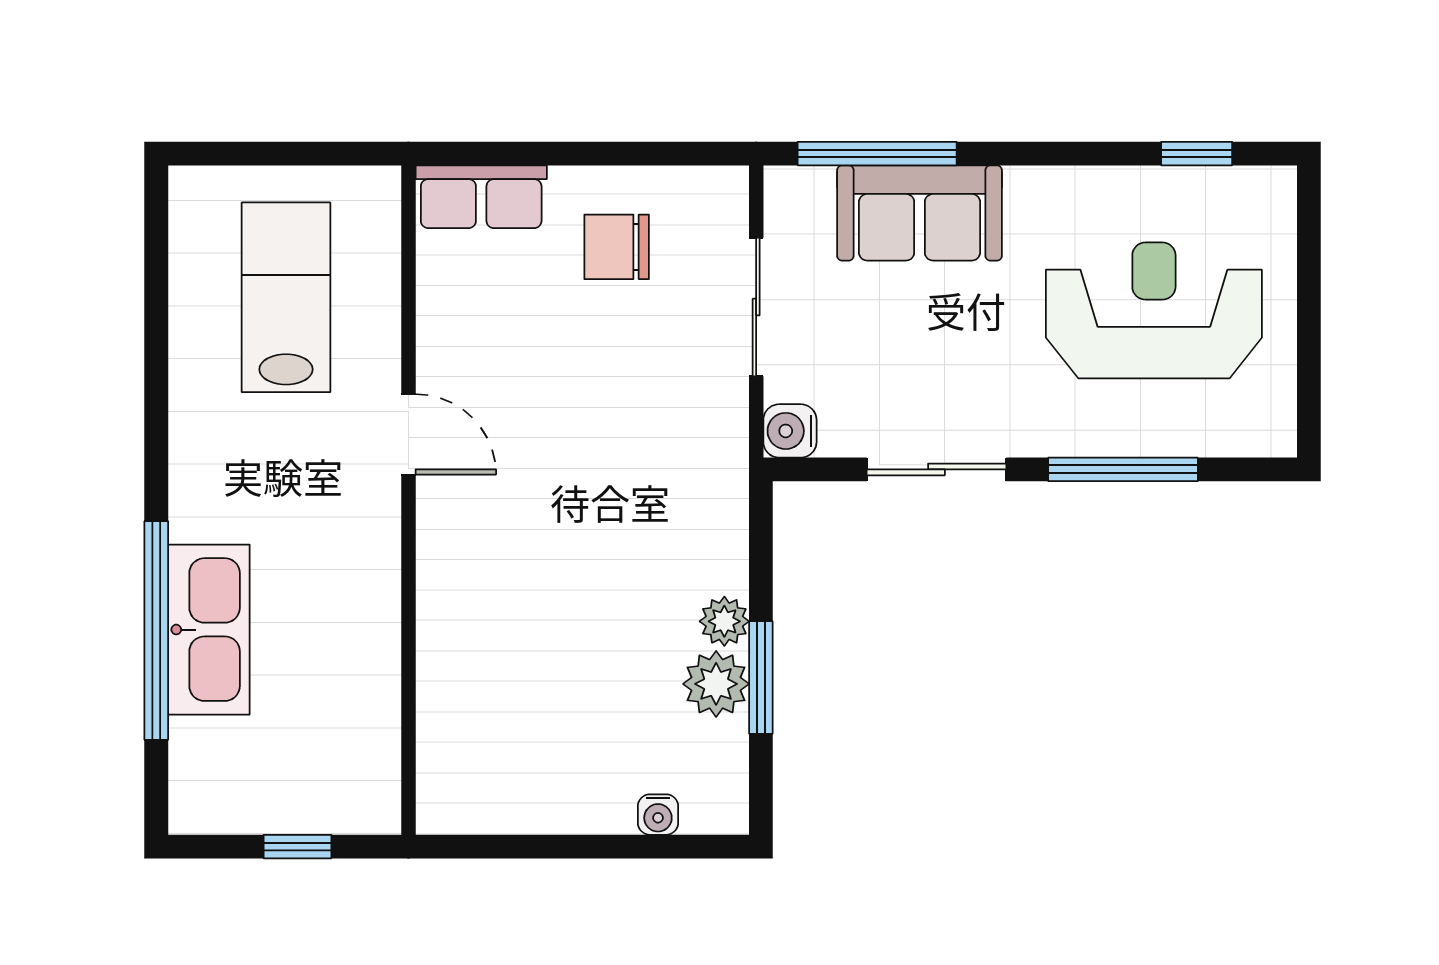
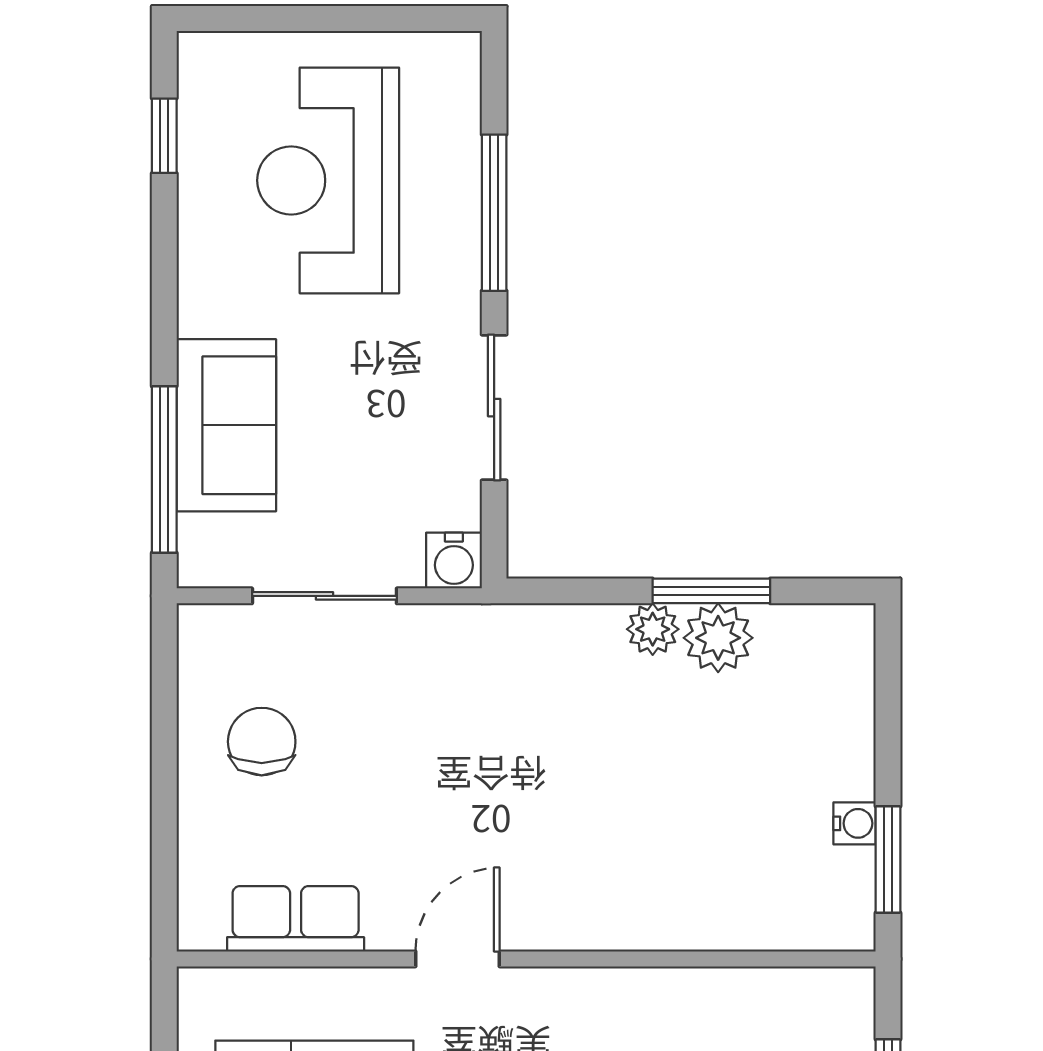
row of seats: (481, 197) -> (296, 919), moved, turned -90
chair: (617, 247) -> (262, 742), turned 180
water cooler: (658, 815) -> (855, 823), moved
window: (504, 847) -> (888, 860), added

